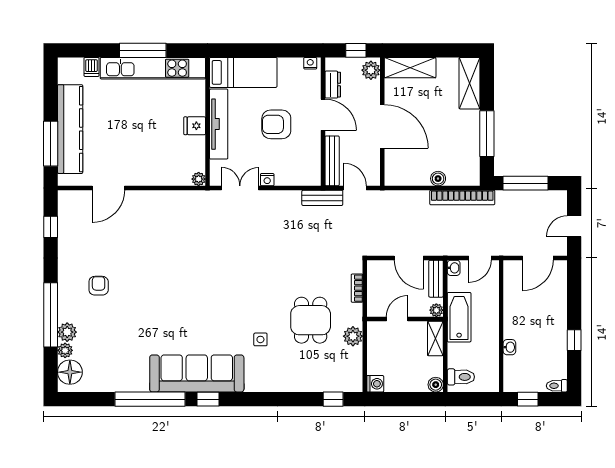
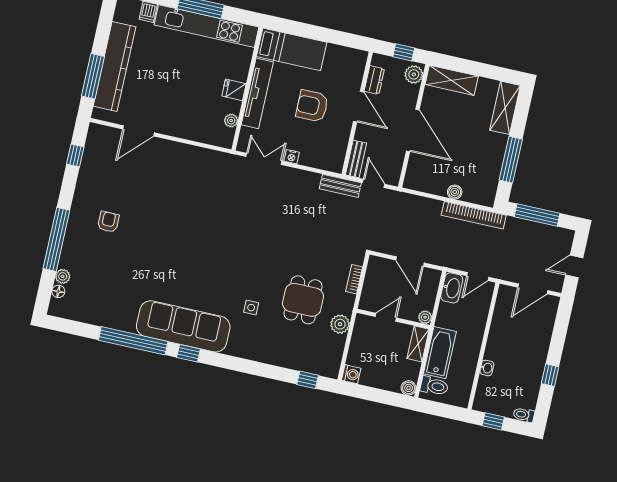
nightstand: (310, 63) -> (357, 55), removed
bench: (332, 161) -> (356, 159), width x0.73
plant: (199, 179) -> (231, 121), moved
washbasin: (454, 268) -> (452, 288), width x1.91, depth x1.45
bench: (436, 279) -> (431, 287), removed
bathtub: (459, 317) -> (440, 353), moved
plant: (67, 332) -> (69, 259), removed
floor lamp: (70, 372) -> (58, 291), width x0.53, depth x0.53

